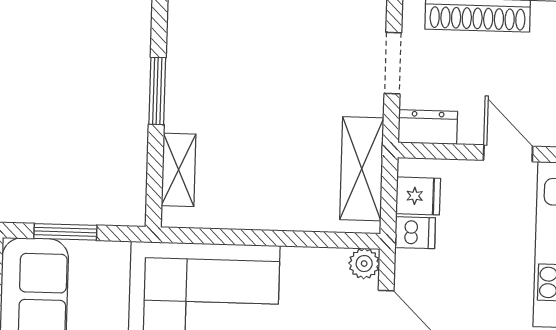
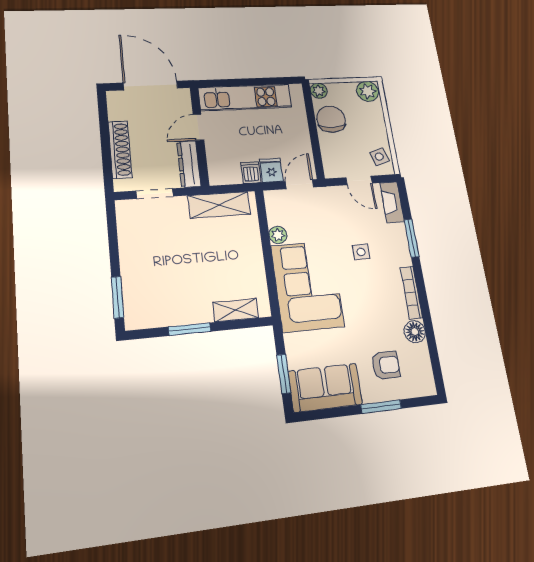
dresser: (428, 127) -> (189, 164), width x1.44
fridge: (418, 196) -> (271, 170), moved
plant: (364, 264) -> (278, 235), moved

